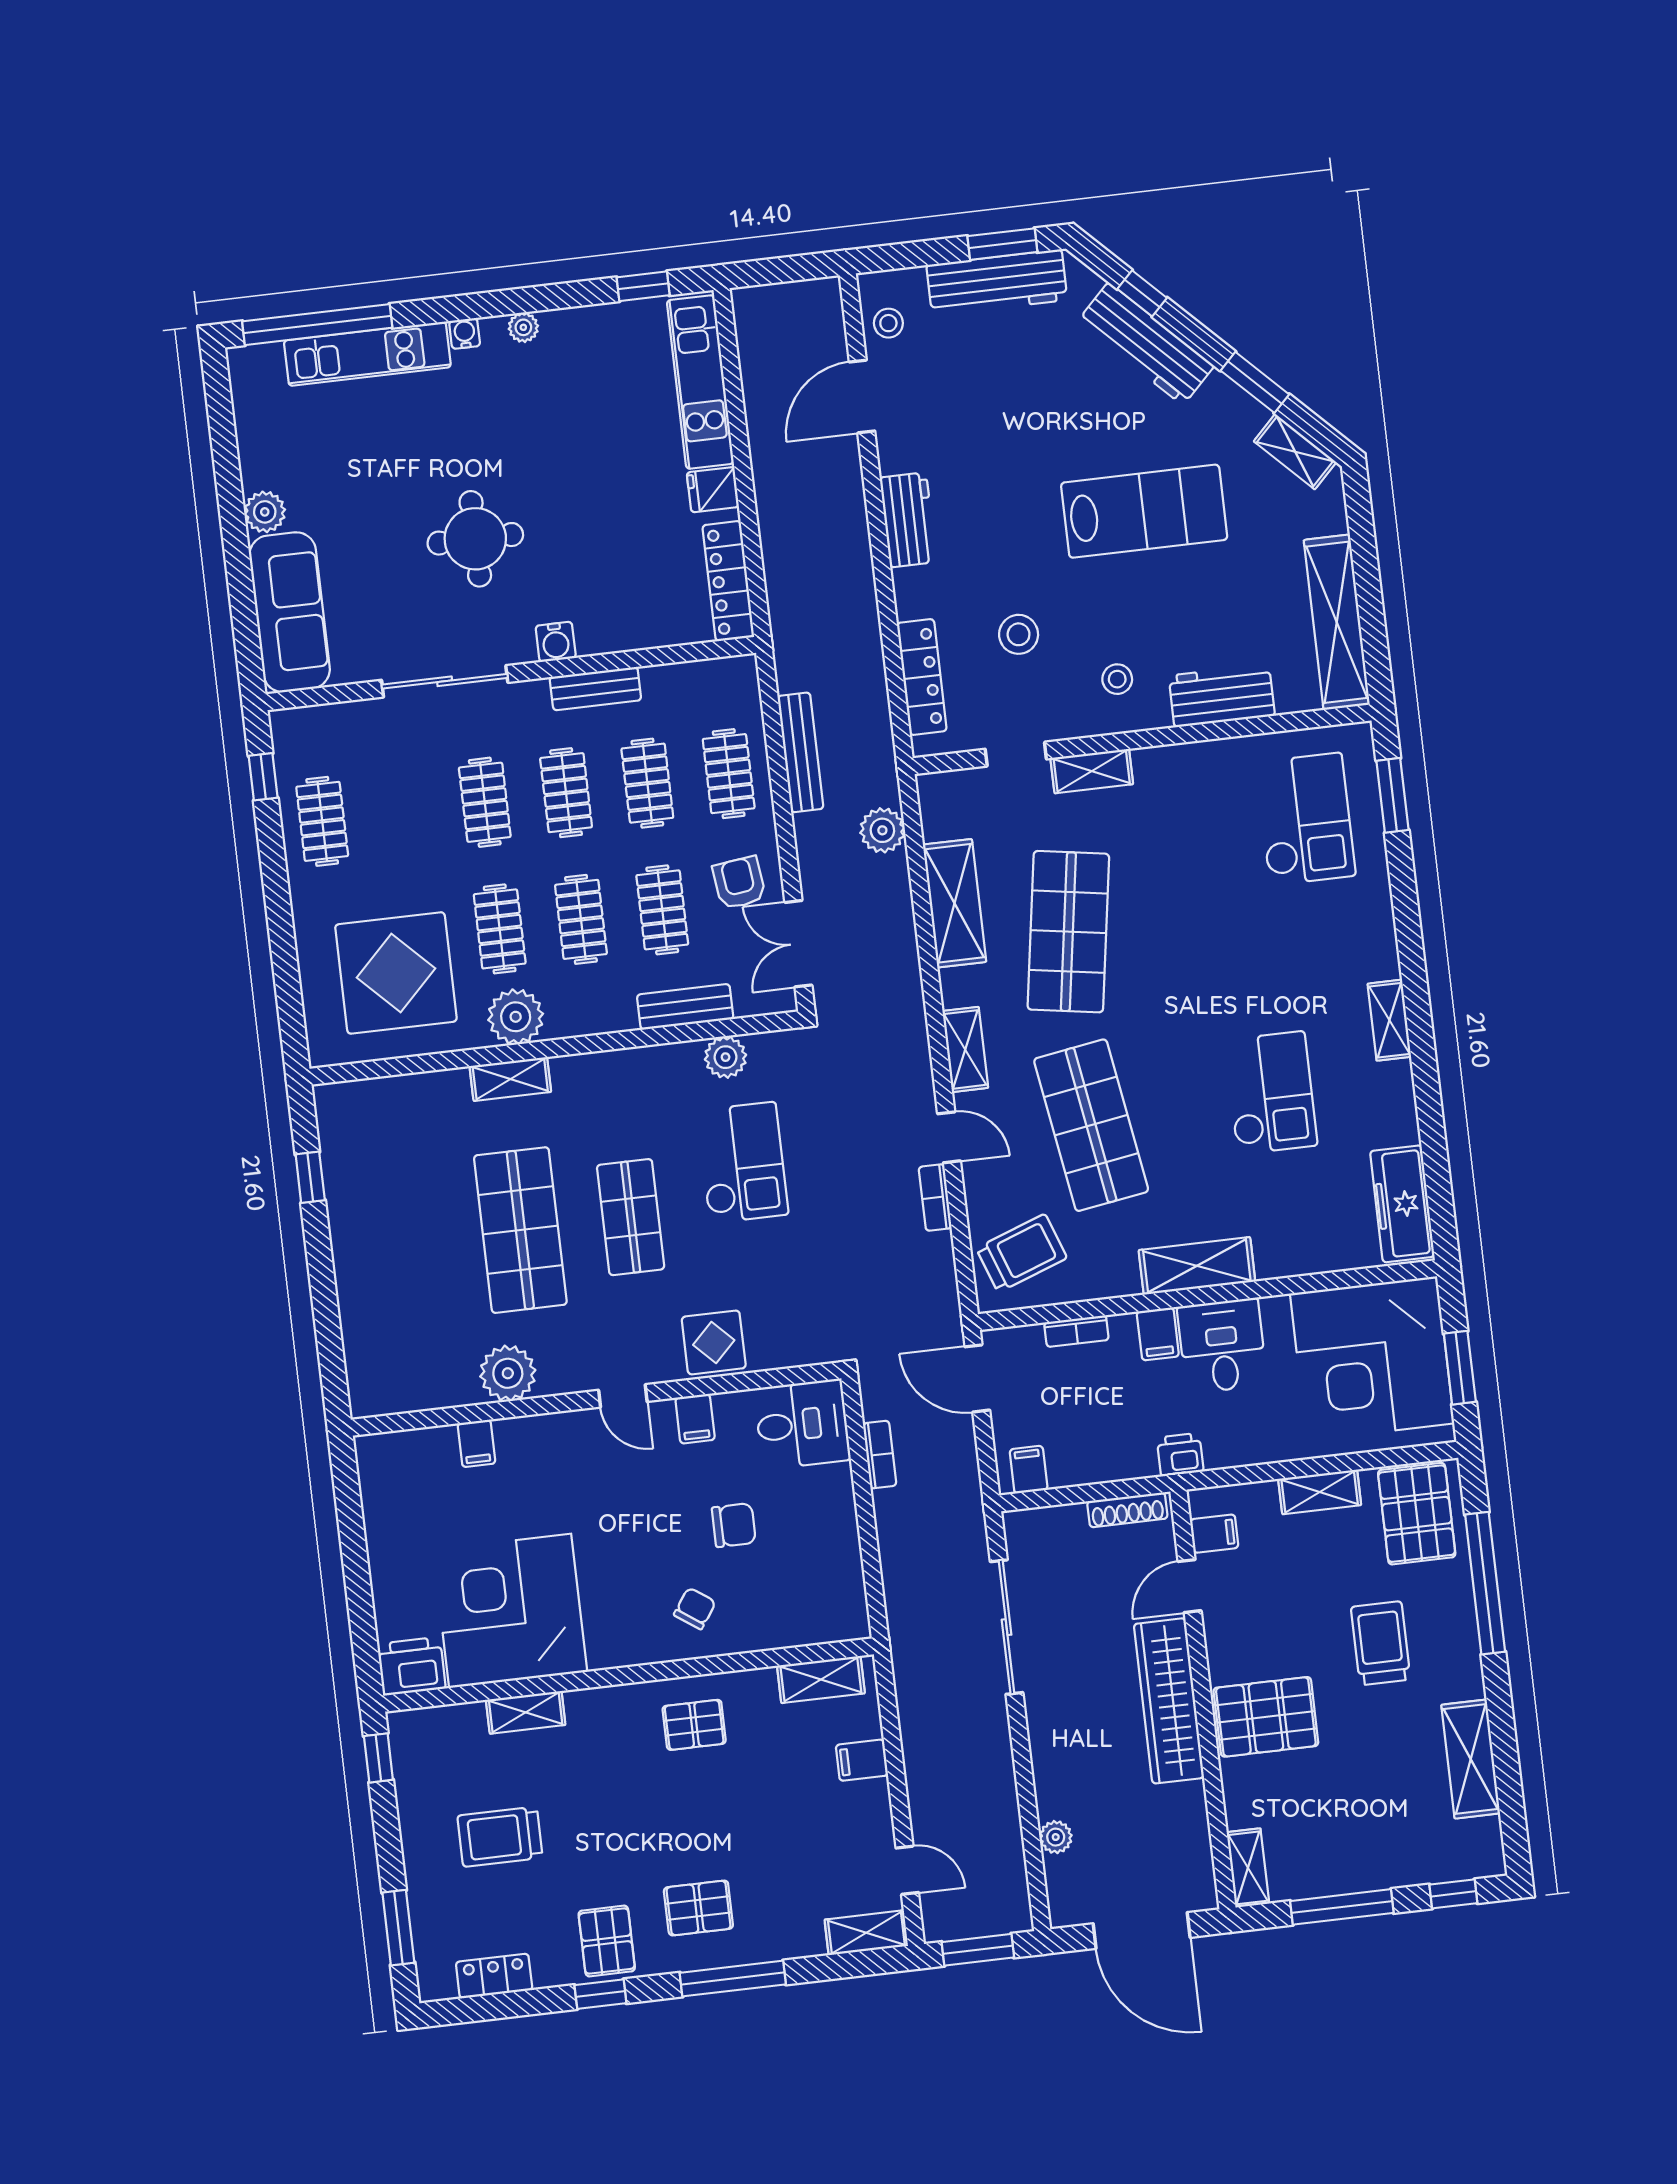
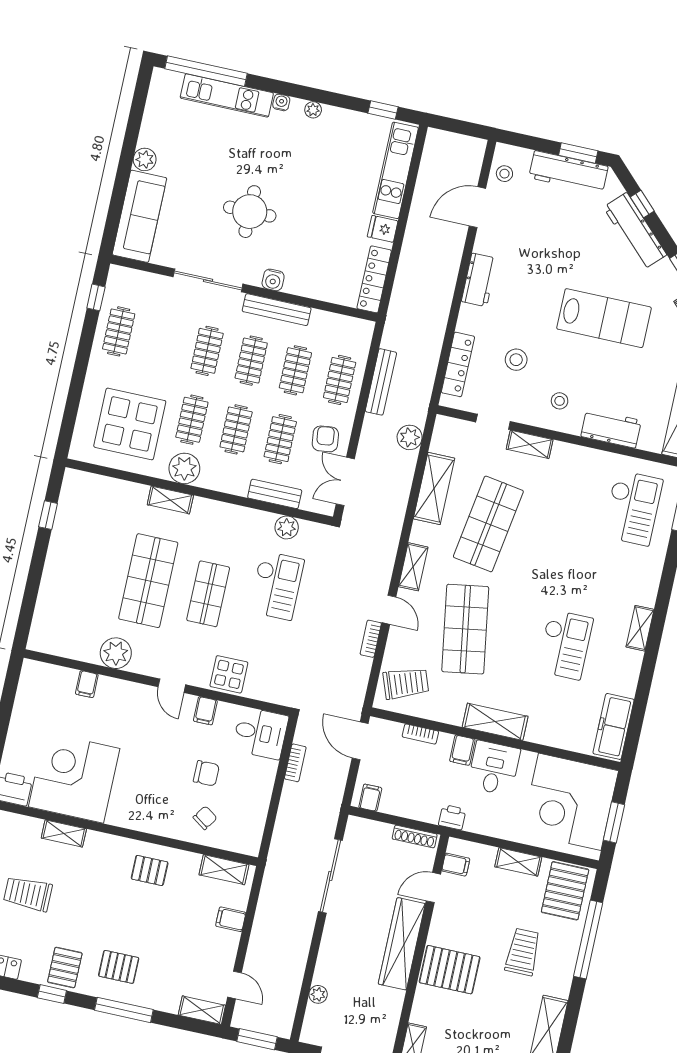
bench: (595, 689) -> (277, 310), width x1.36
chair: (695, 1608) -> (205, 818), moved

